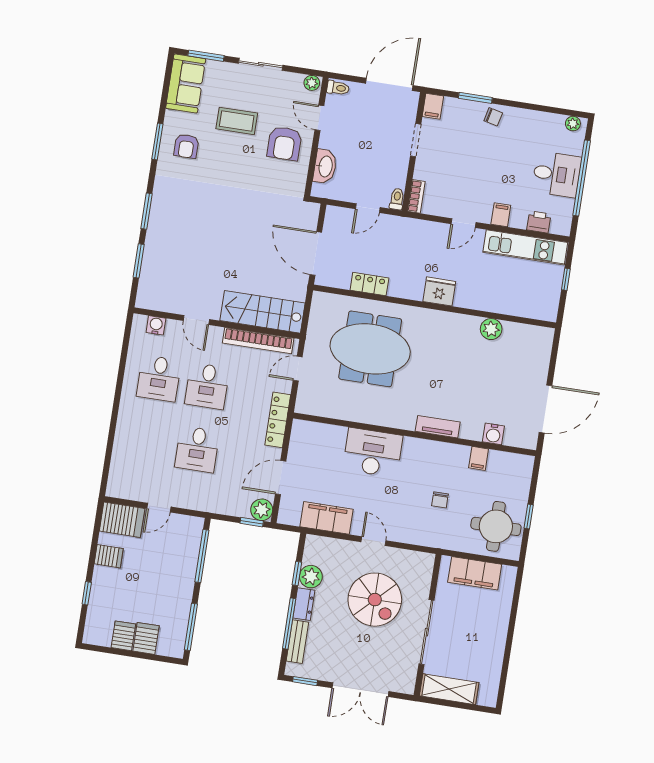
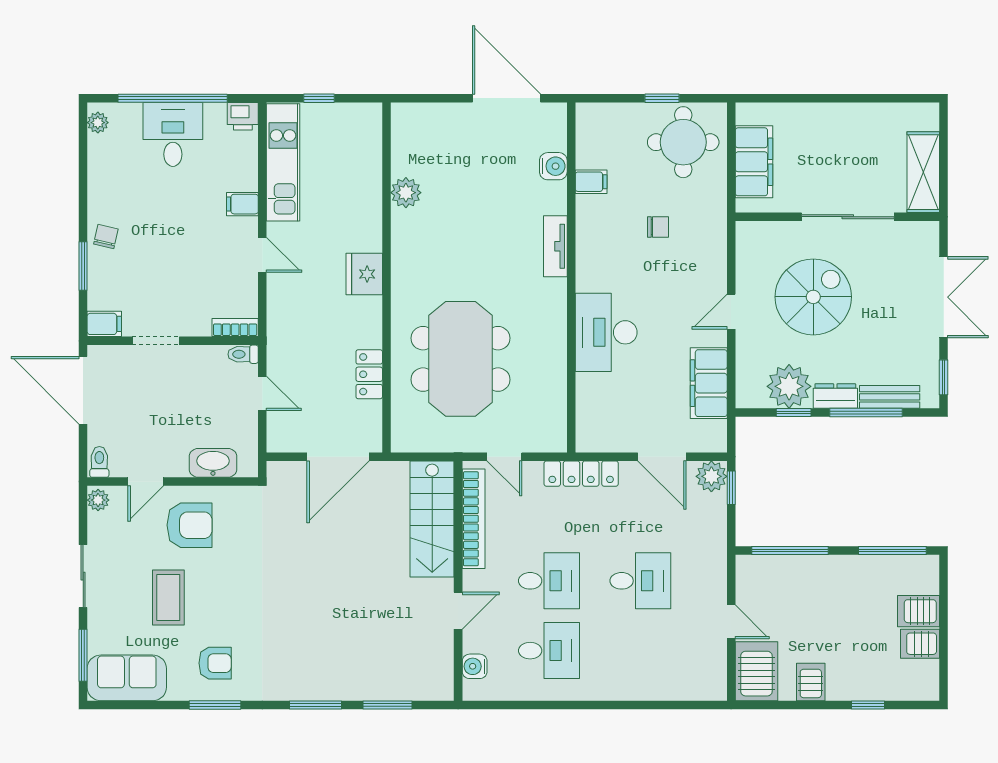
printer: (539, 222) -> (243, 116), moved, turned -90
plant: (311, 577) -> (789, 386), width x1.36, depth x1.36

